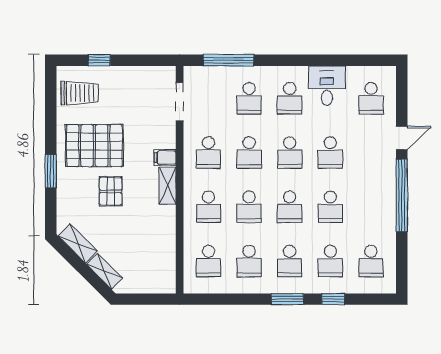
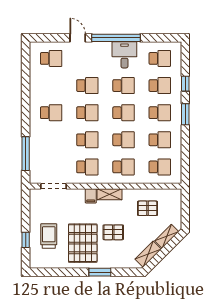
desk: (327, 86) -> (124, 55), moved, turned 90
trolley: (80, 93) -> (49, 236), moved
school desk: (249, 98) -> (51, 140), removed
pallet: (146, 243) -> (148, 208), added

